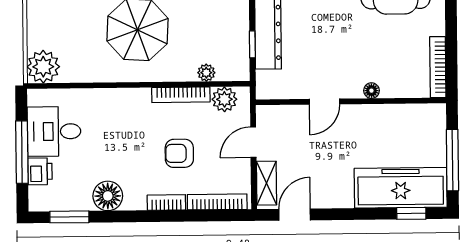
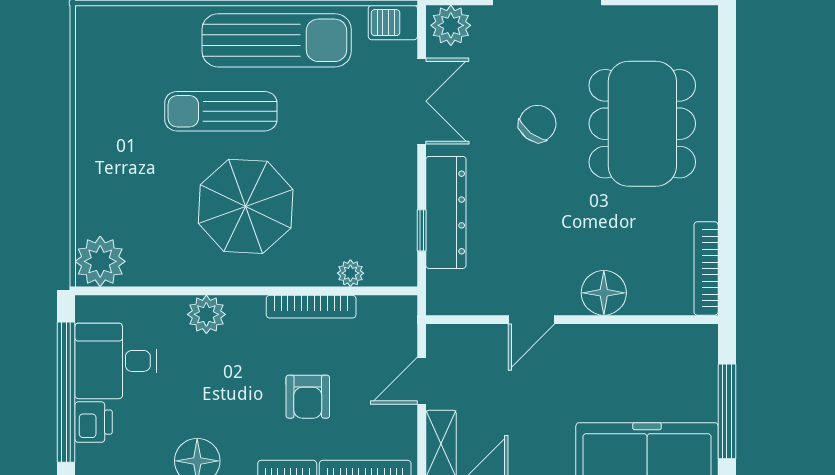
floor lamp: (371, 91) -> (604, 293), width x1.89, depth x1.89
plant: (224, 99) -> (206, 314), moved
window: (22, 152) -> (66, 392), width x1.46
armchair: (179, 153) -> (308, 397), turned -90

